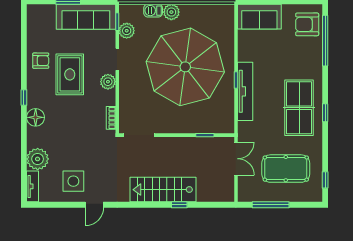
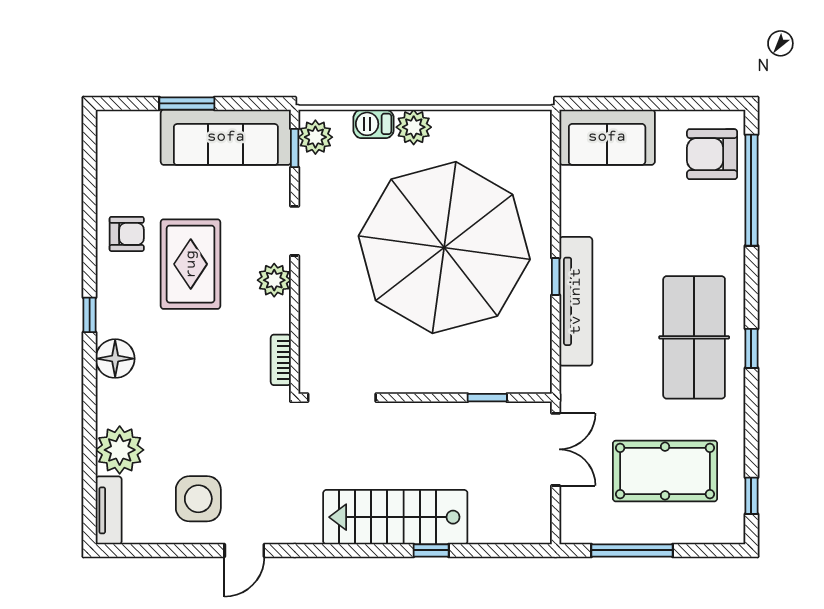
plant: (127, 31) -> (315, 137), moved

